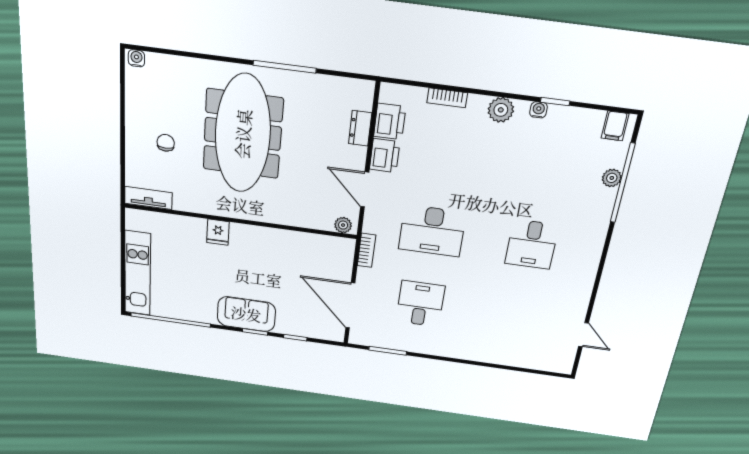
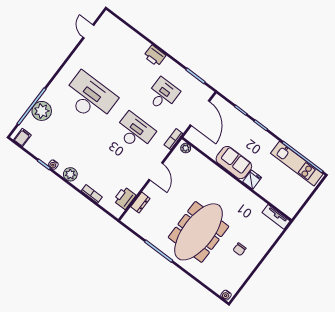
printer: (385, 156) -> (155, 56), moved, turned -90
plant: (612, 178) -> (42, 111), width x1.87, depth x1.87
tv unit: (148, 198) -> (276, 217), moved
wall: (240, 221) -> (237, 179), moved
plant: (343, 225) -> (186, 148), moved
fridge: (218, 232) -> (252, 180), moved
desk: (532, 244) -> (90, 97), width x1.87, depth x1.30
kitchen unit: (138, 273) -> (297, 164), moved, turned -90
desk: (420, 304) -> (163, 94), turned 180
sofa: (246, 314) -> (234, 163), moved, turned 180

